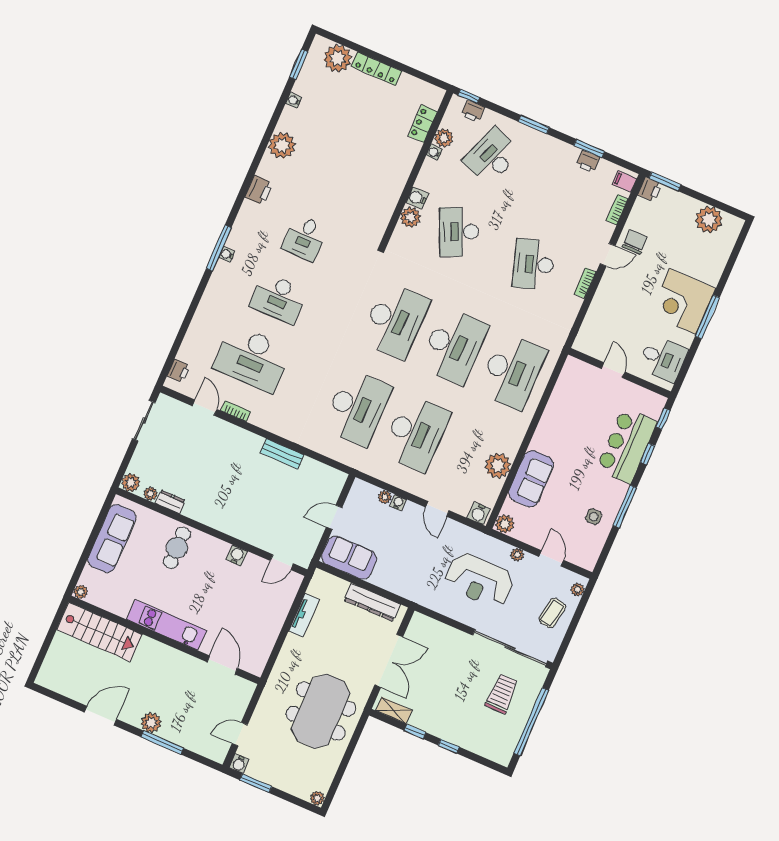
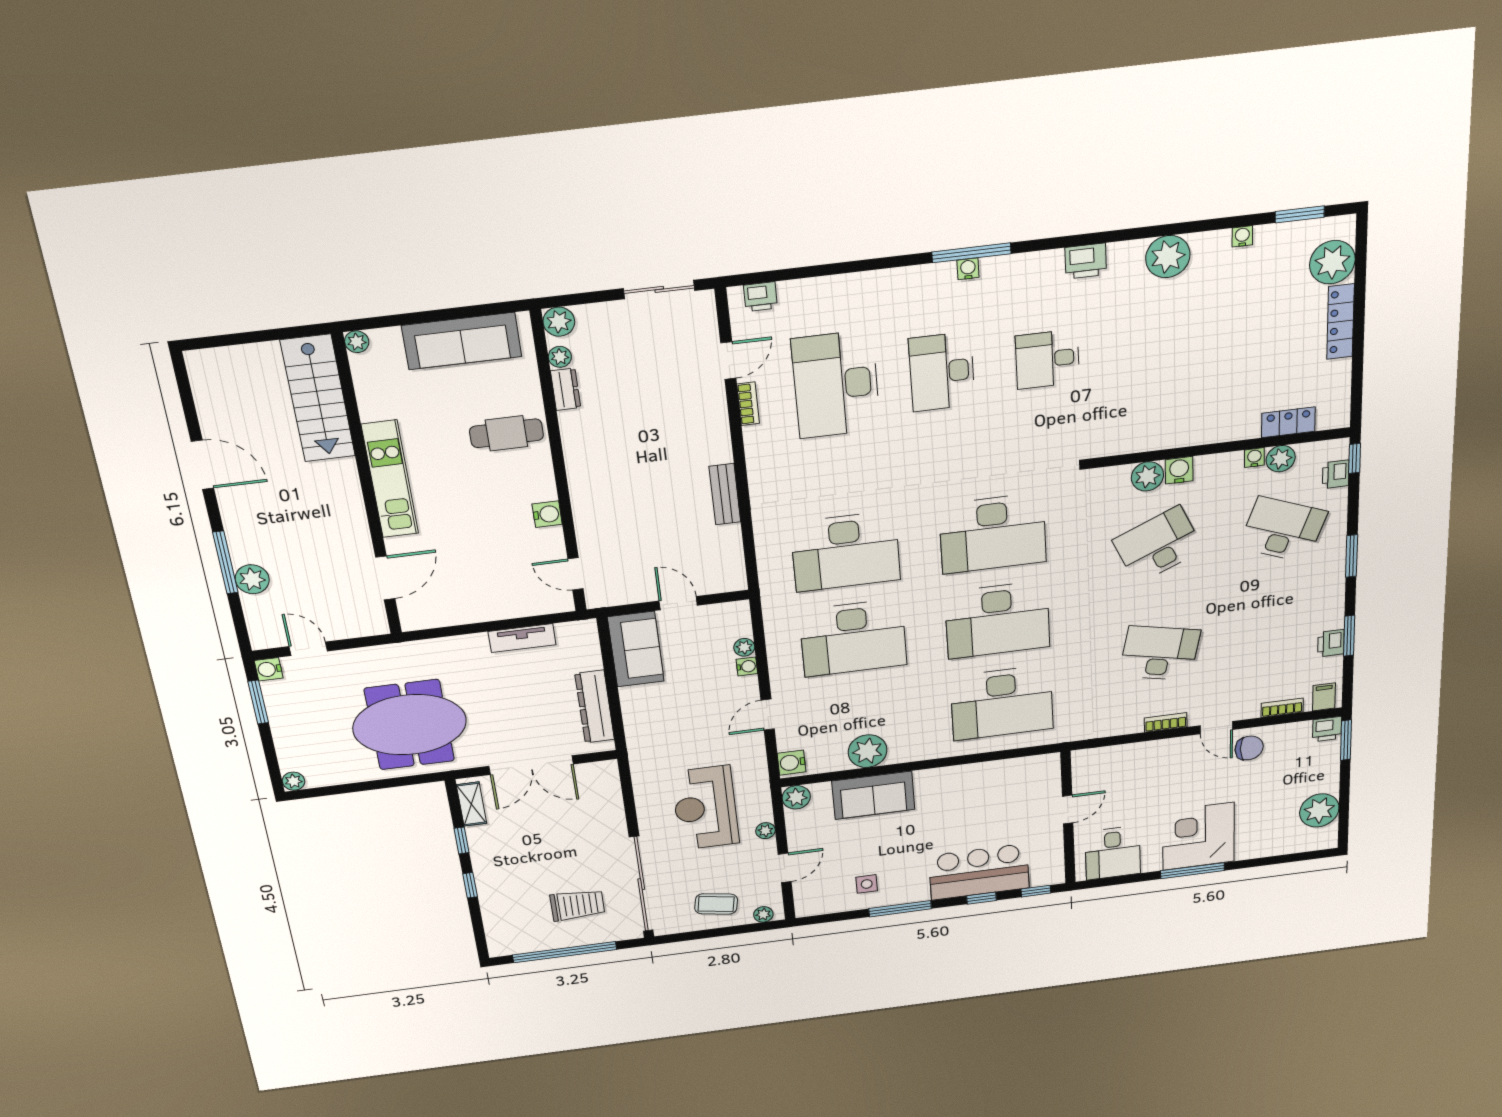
desk: (534, 264) -> (1160, 653), turned 30
plant: (151, 723) -> (252, 579), moved

